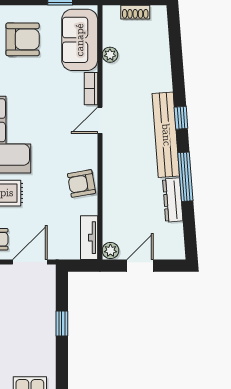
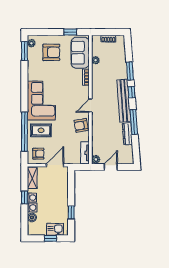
window: (178, 76) -> (130, 71), added
door: (100, 120) -> (90, 106), moved
window: (62, 324) -> (71, 212), moved

